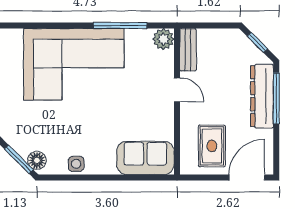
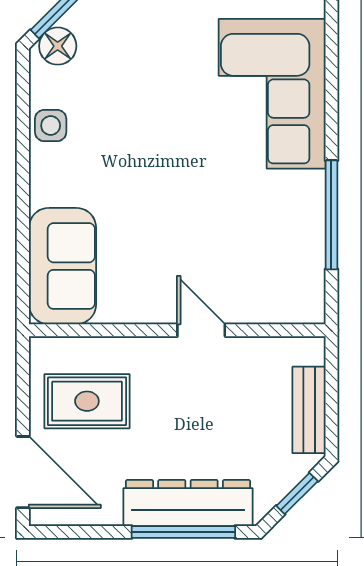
plant: (163, 39) -> (304, 303), removed
bench: (188, 50) -> (309, 410), moved, turned 90
corner sofa: (74, 64) -> (272, 94), width x0.73, depth x0.74
door: (177, 90) -> (201, 330), swing flipped

